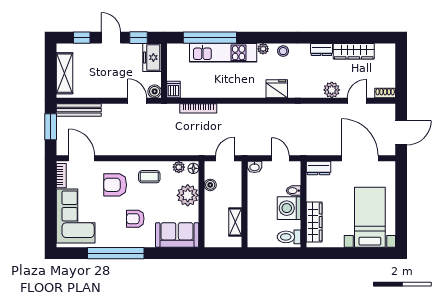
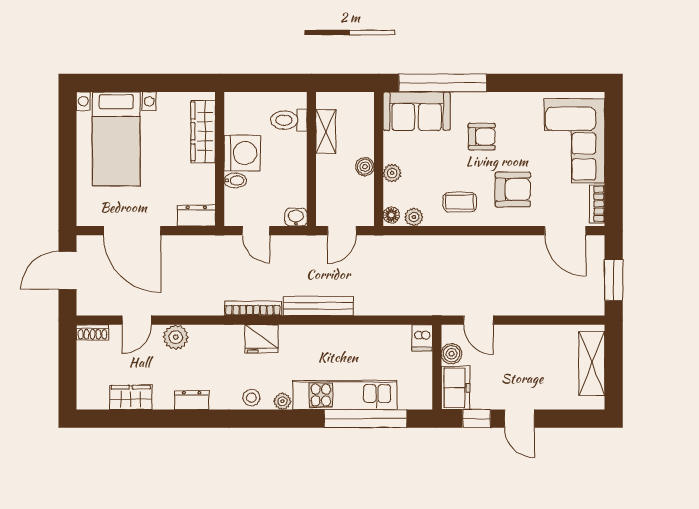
window: (82, 38) -> (565, 419), removed
wardrobe: (354, 51) -> (131, 397), width x0.67
boiler: (155, 91) -> (452, 354), moved
bookcase: (198, 108) -> (253, 308), moved
bench: (79, 110) -> (318, 306), moved
boiler: (210, 185) -> (365, 167), moved
plant: (188, 195) -> (392, 173), width x0.53, depth x0.53
toilet: (289, 237) -> (289, 120), moved, turned 180
window: (116, 253) -> (443, 83), moved

